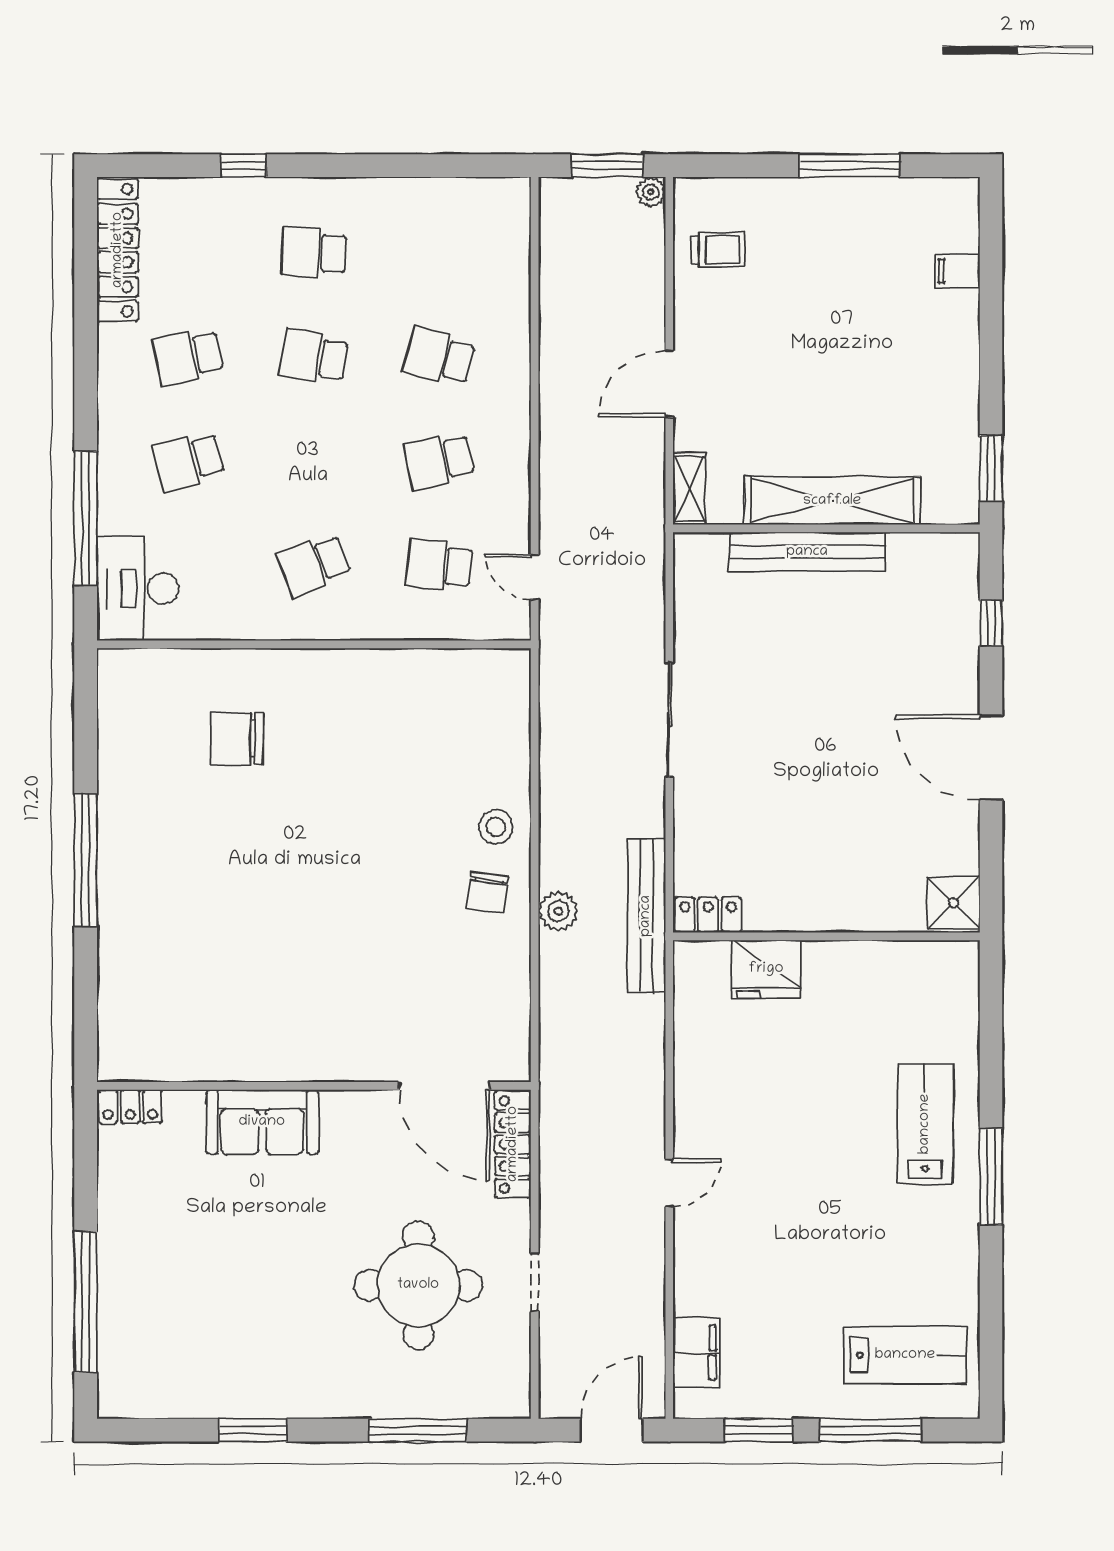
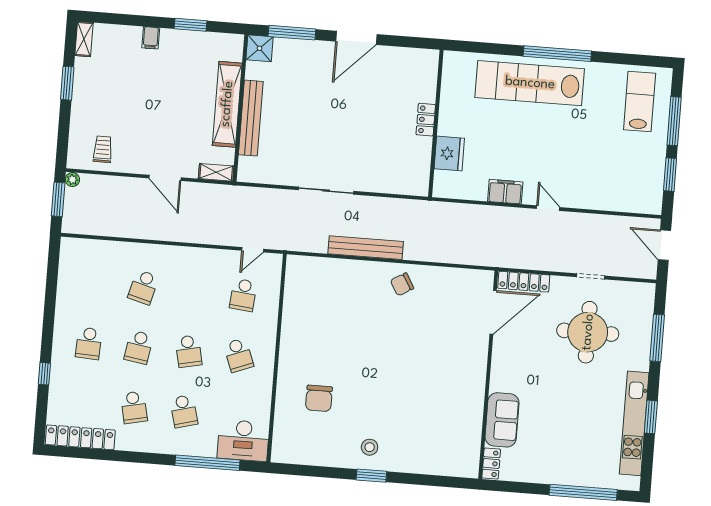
window: (850, 166) -> (67, 83), width x0.69
shelving: (944, 193) -> (84, 39), added
filing cabinet: (957, 271) -> (151, 38), moved
school desk: (439, 461) -> (189, 351), moved
window: (991, 468) -> (191, 25), moved
window: (991, 623) -> (292, 33), width x2.17
stool: (496, 827) -> (370, 447), moved
window: (86, 860) -> (371, 476), width x0.47
chair: (487, 892) -> (402, 284), turned 142
shower: (954, 903) -> (260, 48), moved
plant: (558, 911) -> (414, 251), removed
locker: (708, 915) -> (426, 120), moved
bench: (646, 916) -> (366, 248), moved
sofa: (262, 1122) -> (502, 420), moved
lab bench: (925, 1124) -> (530, 83), width x1.86, depth x1.39
window: (991, 1177) -> (557, 54), width x1.46
filing cabinet: (696, 1353) -> (505, 192), moved
kitchen unit: (237, 1397) -> (634, 423), added

